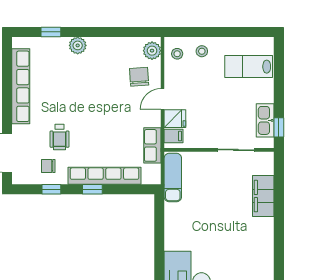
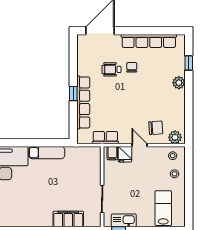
chair: (48, 166) -> (132, 67), moved
exam couch: (173, 177) -> (47, 153), moved
window: (51, 189) -> (73, 63), removed

